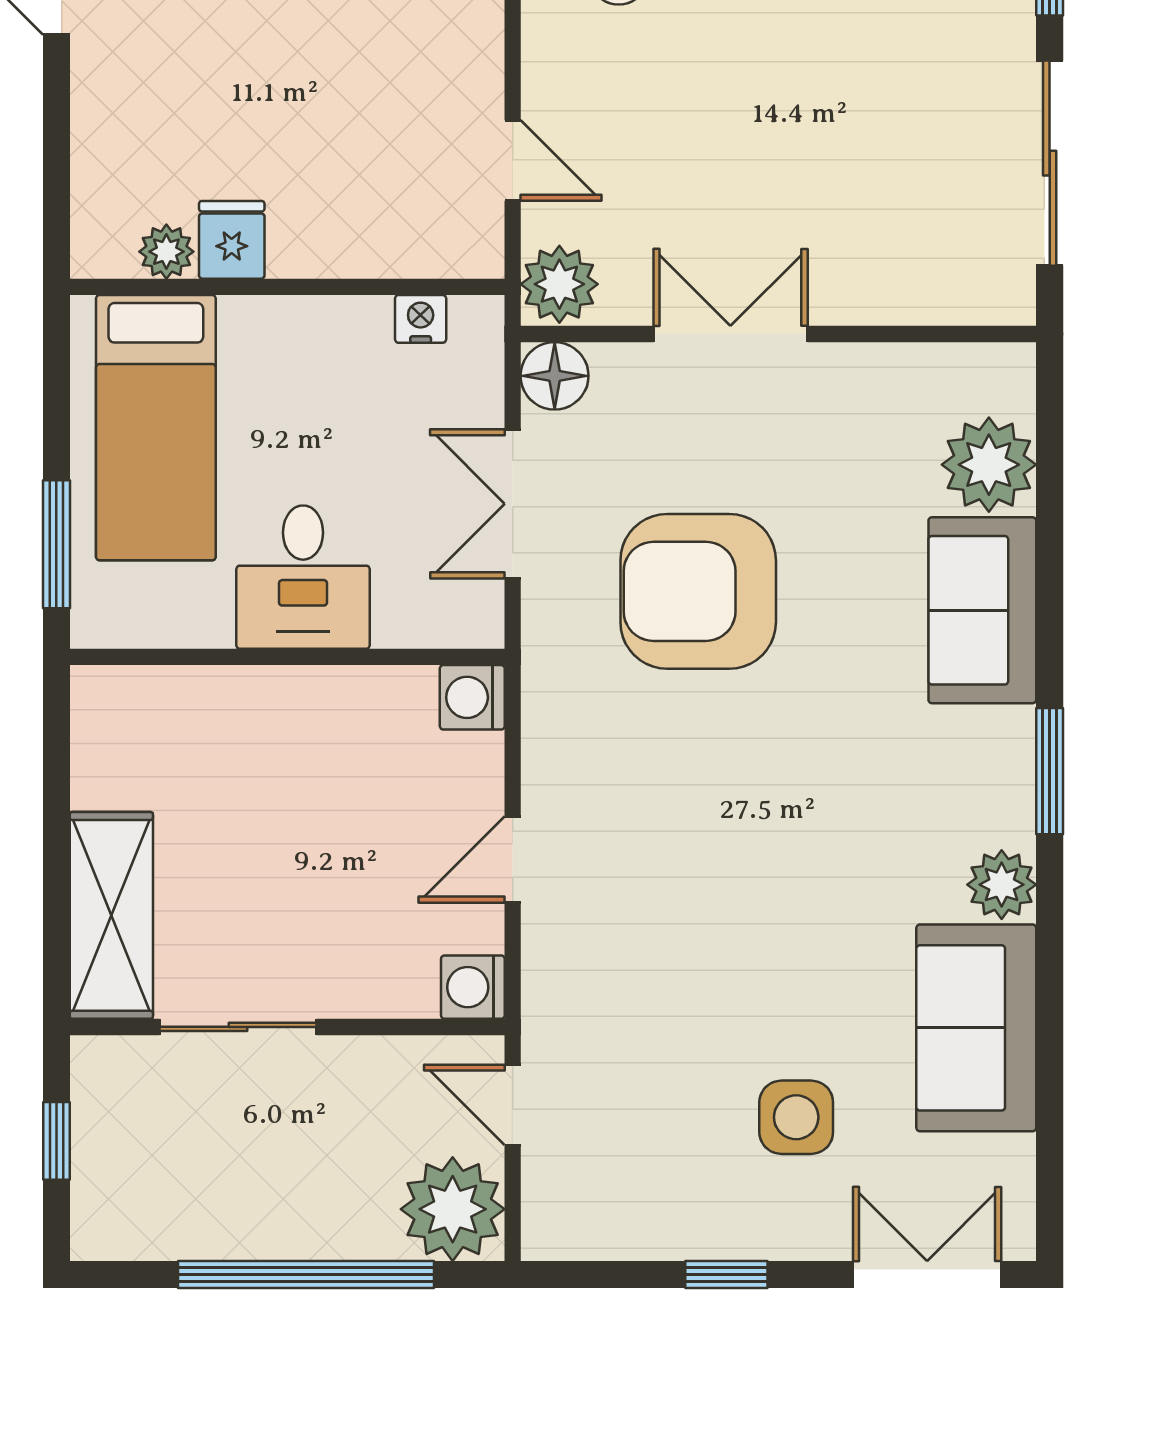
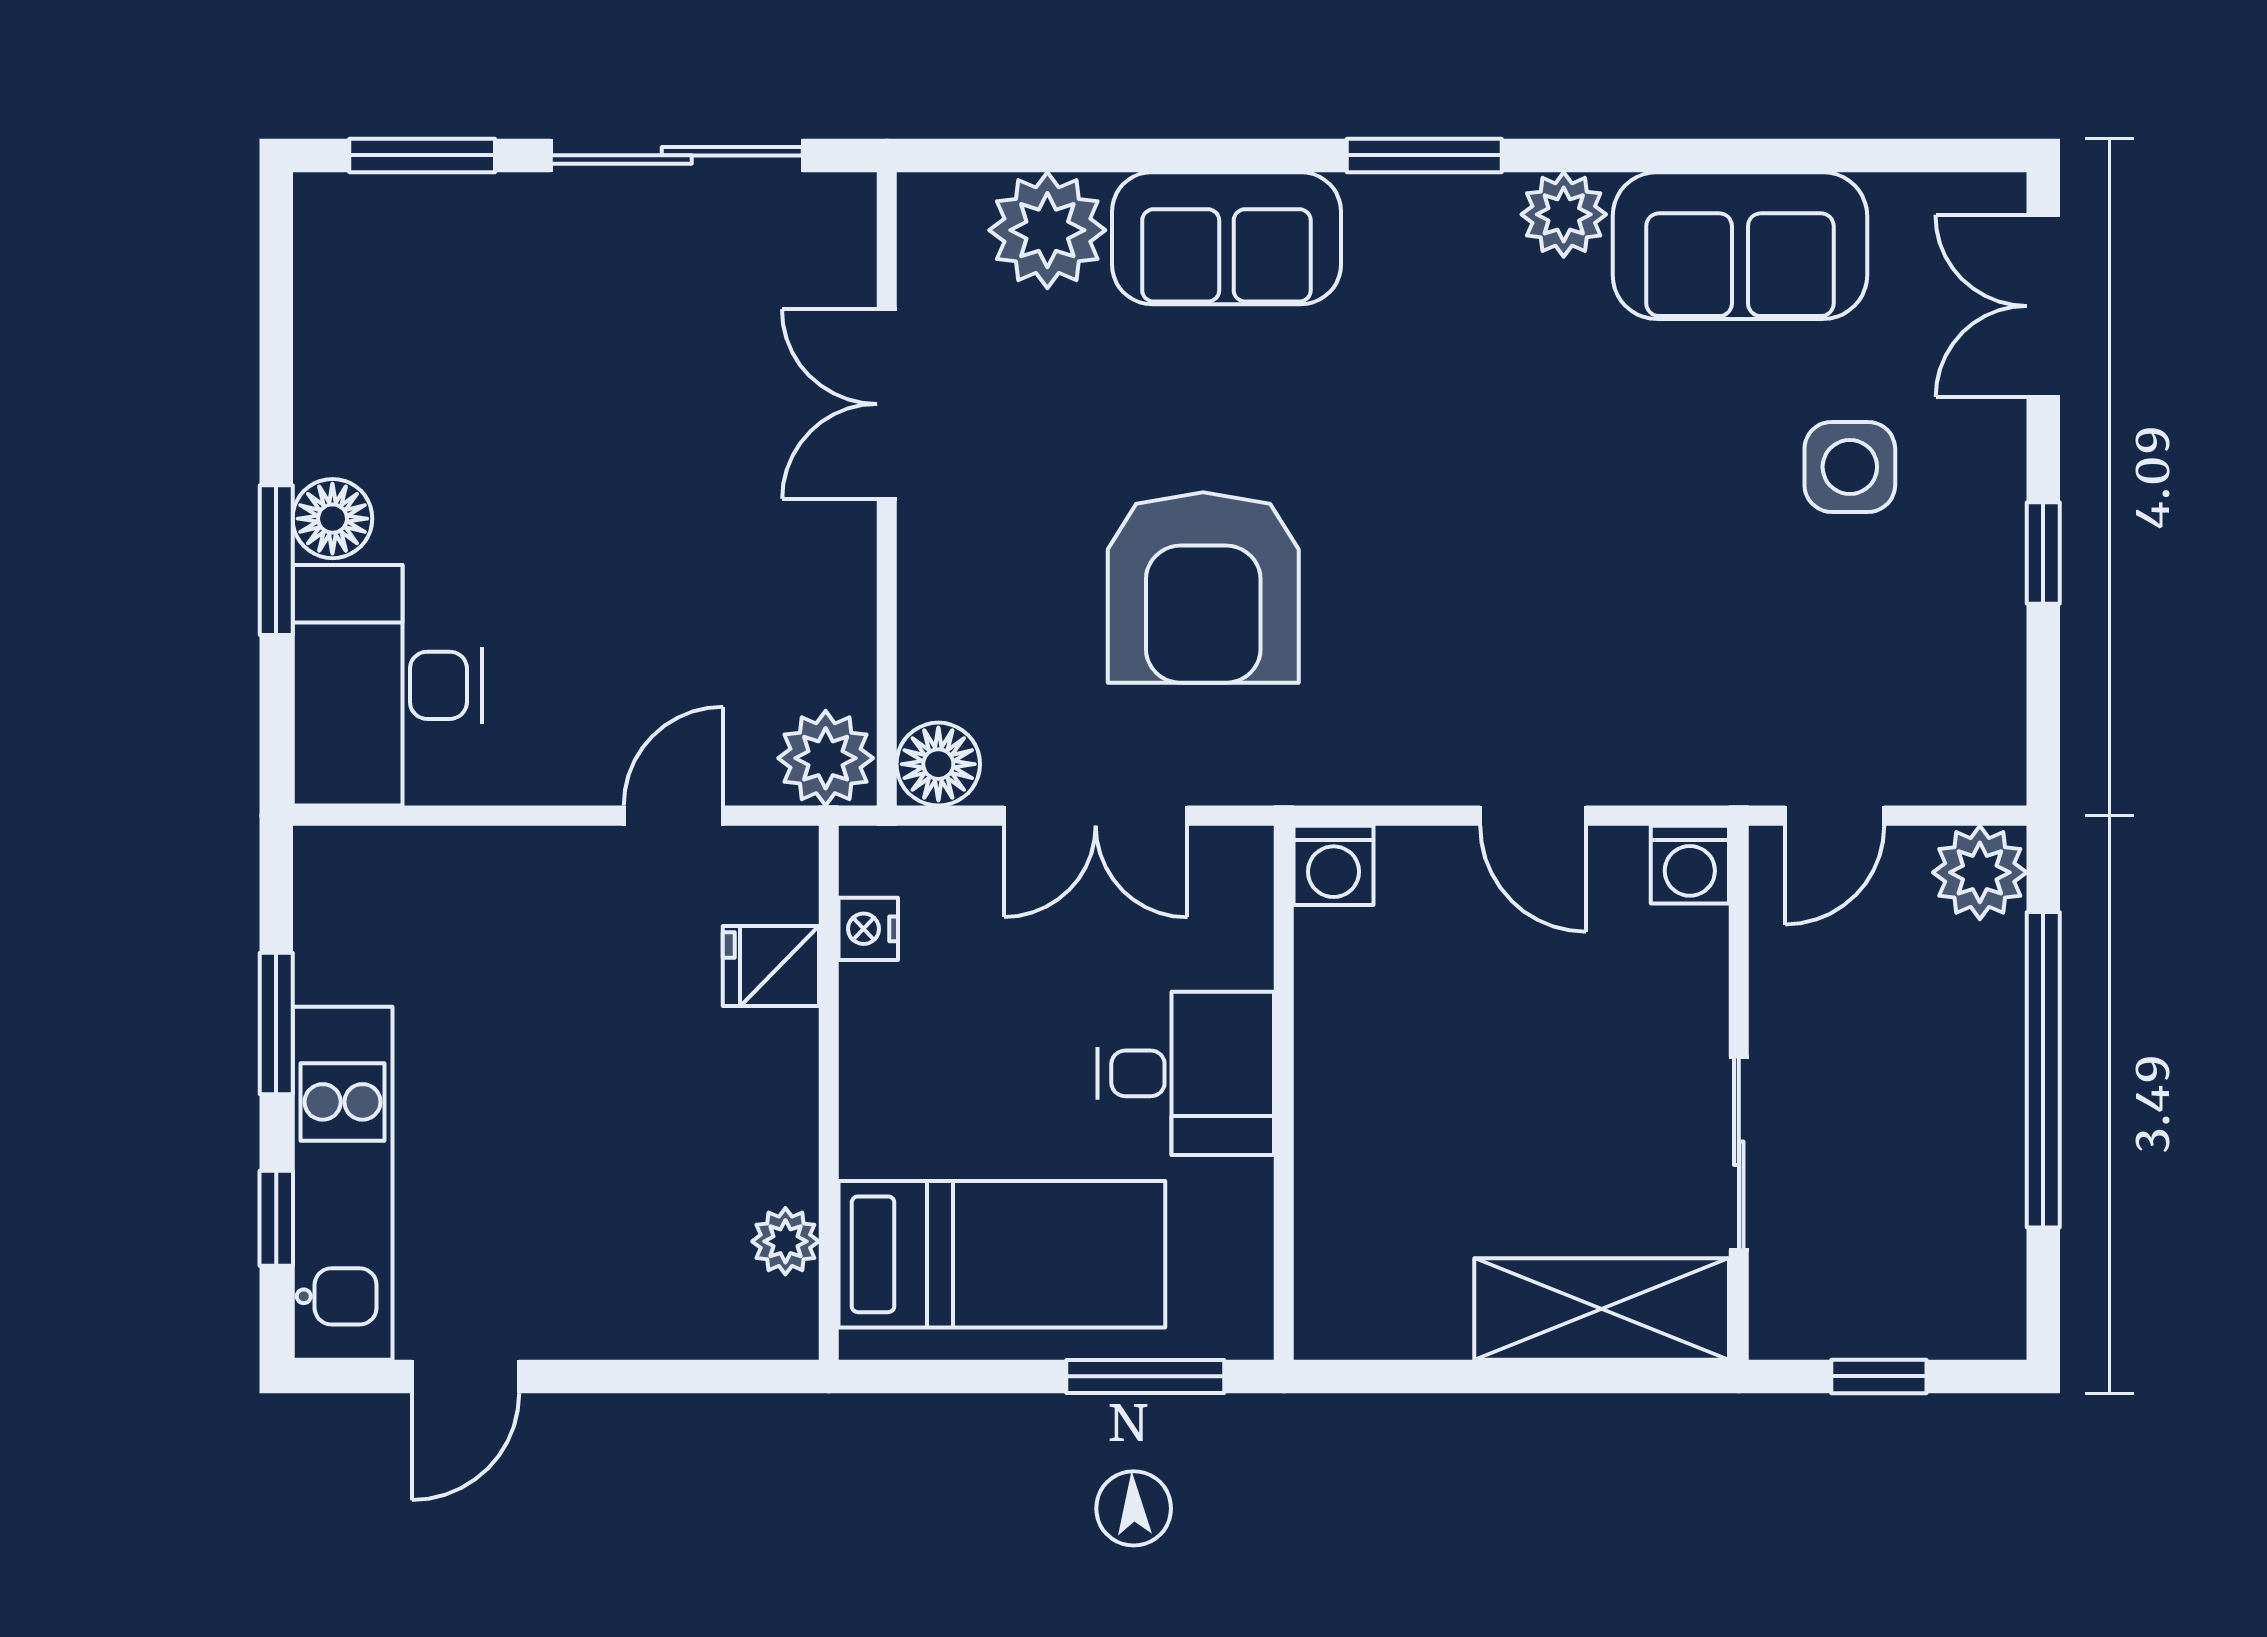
fridge: (232, 240) -> (771, 966), moved
double door: (730, 334) -> (887, 404), moved
plant: (453, 1209) -> (1980, 872), width x0.73, depth x0.73

